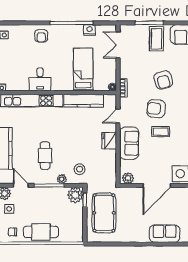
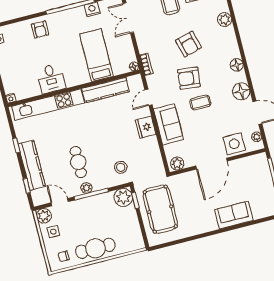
plant: (62, 179) -> (86, 188), moved

